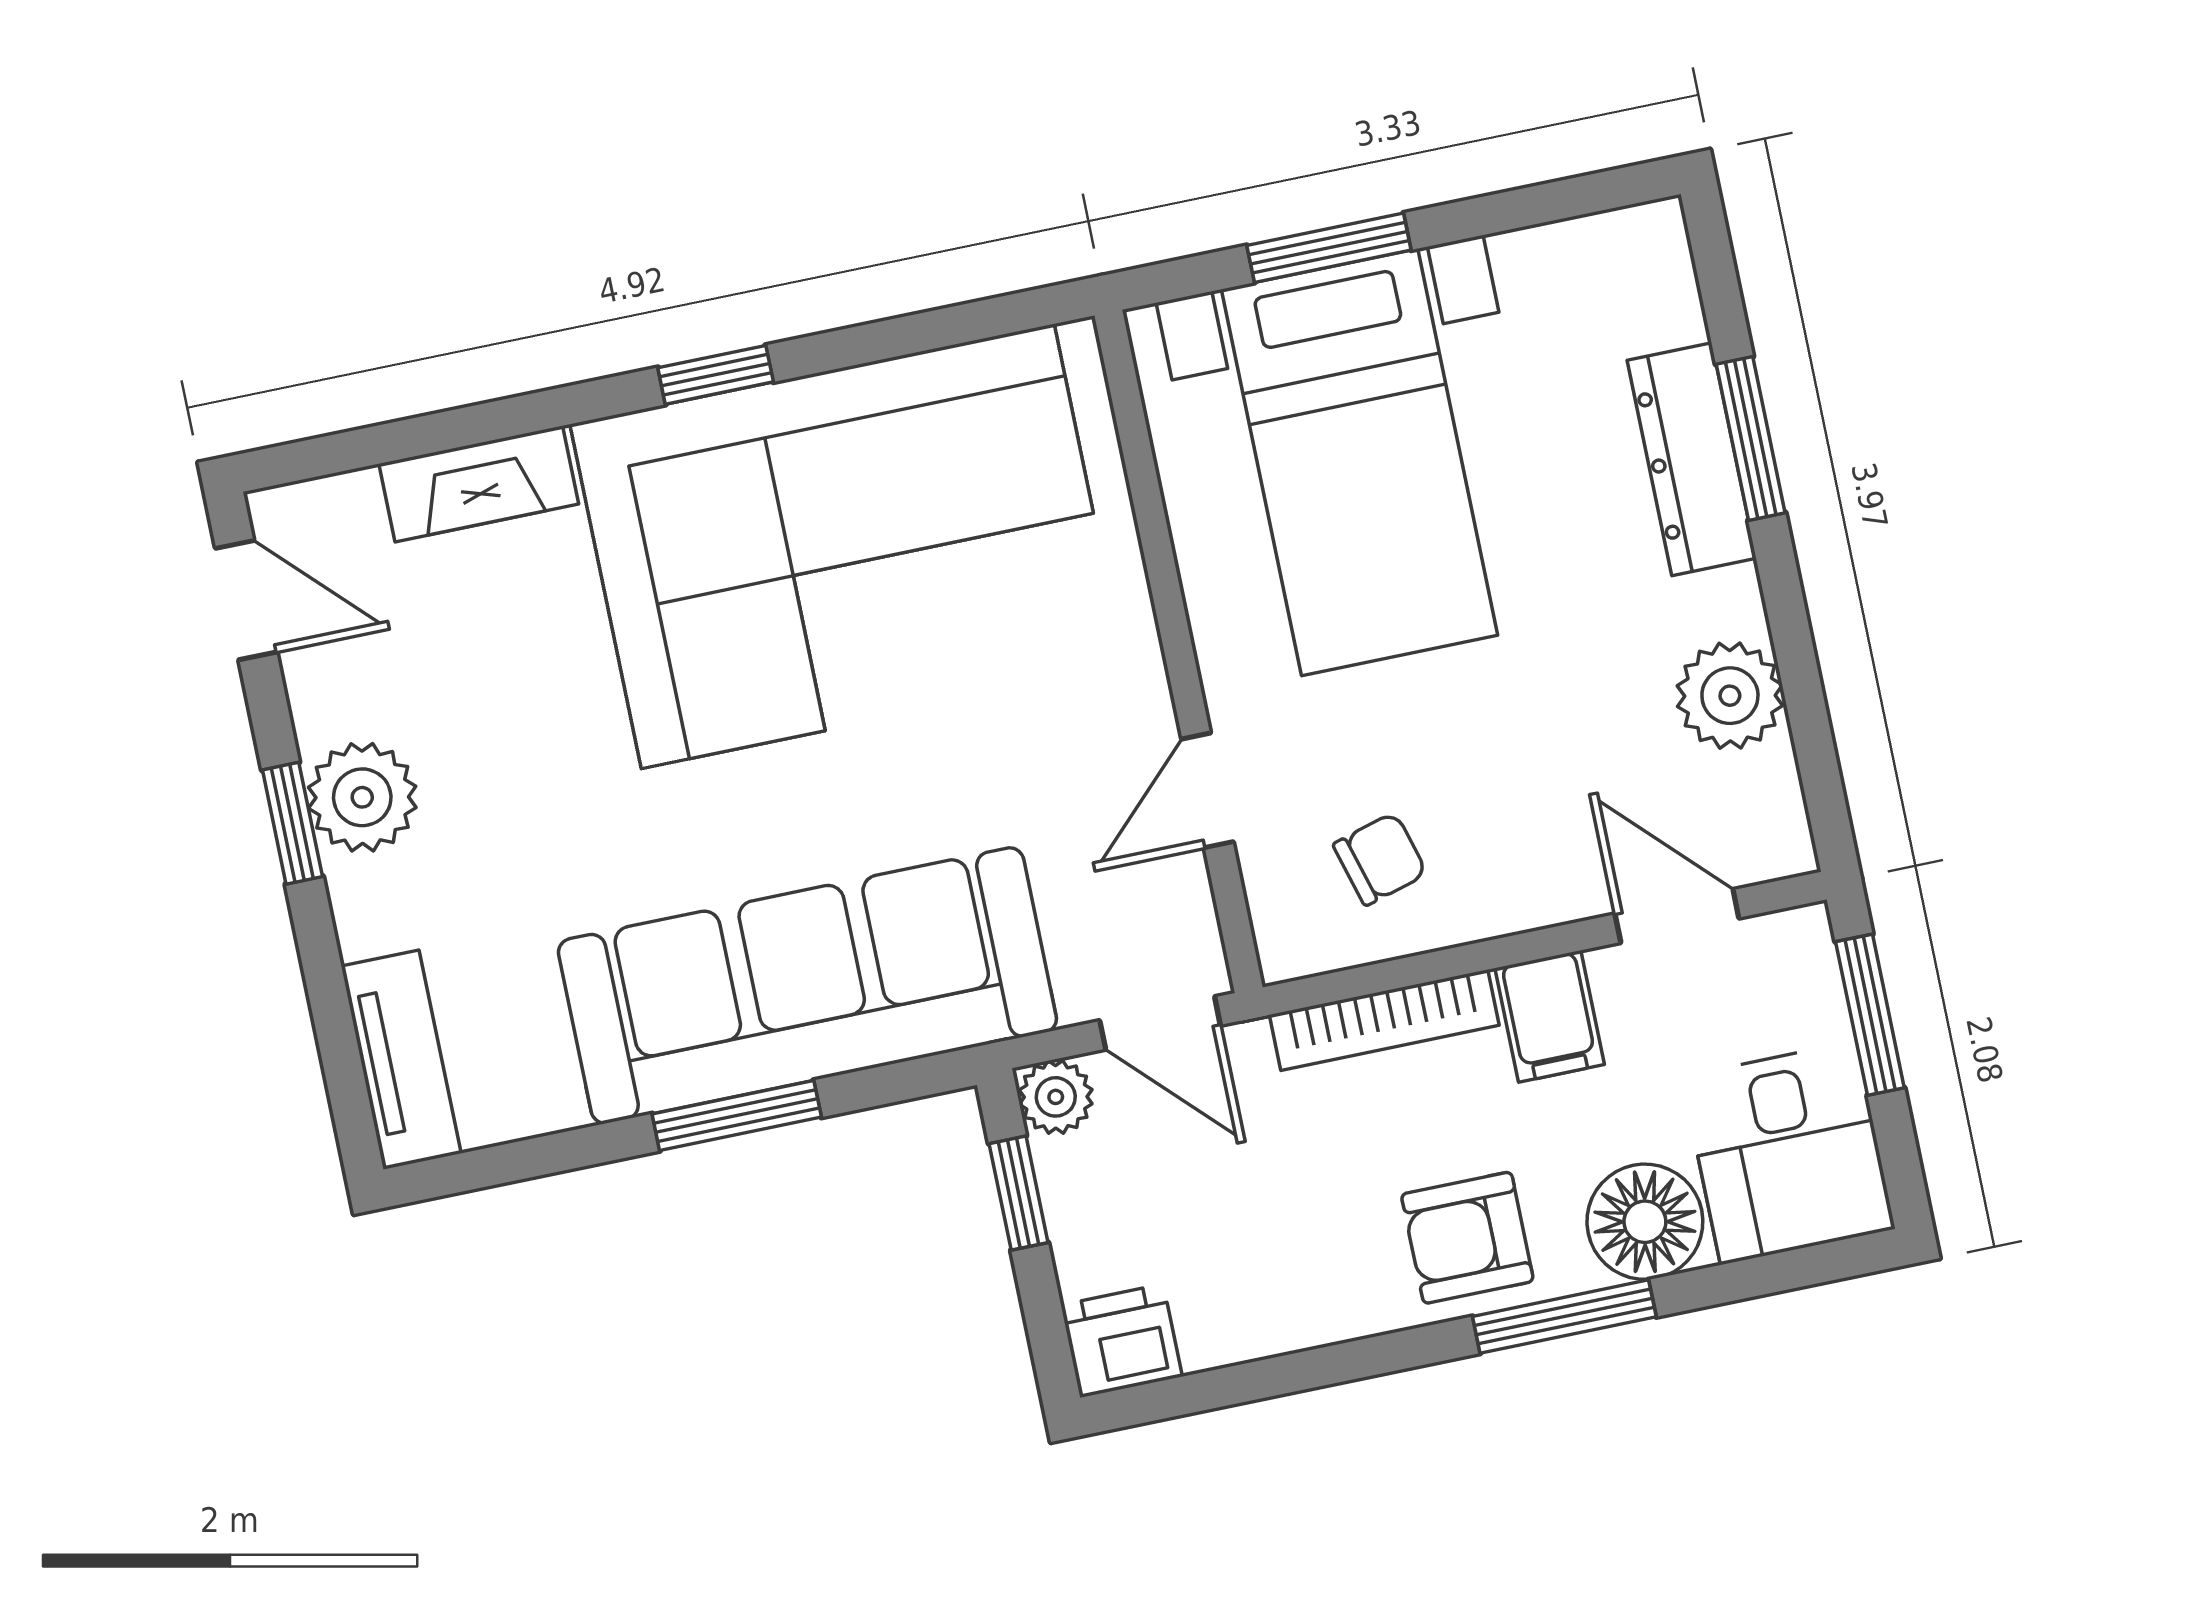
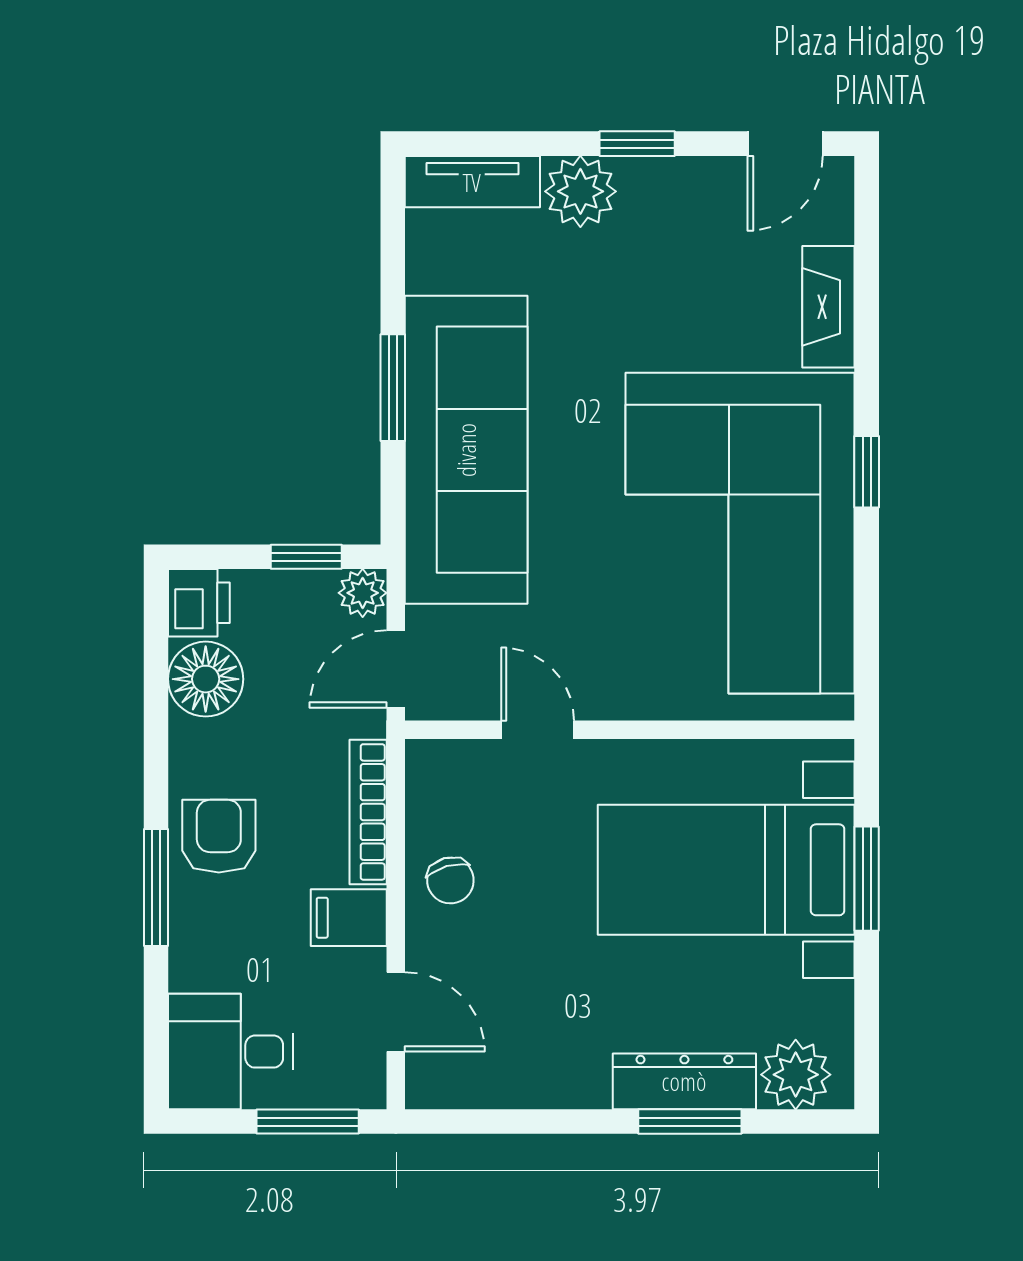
plant: (1730, 696) -> (796, 1075), moved
plant: (362, 797) -> (580, 191), moved
chair: (1380, 859) -> (450, 880), moved
door: (1677, 916) -> (396, 1012), hinge flipped
floor lamp: (1645, 1222) -> (206, 679), moved

